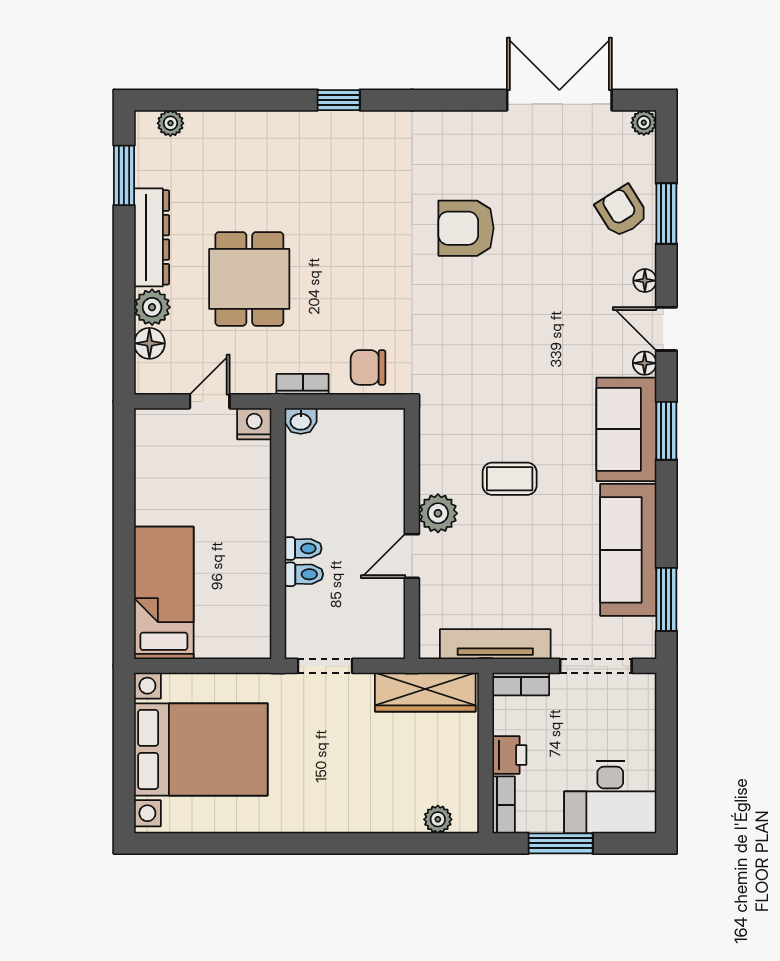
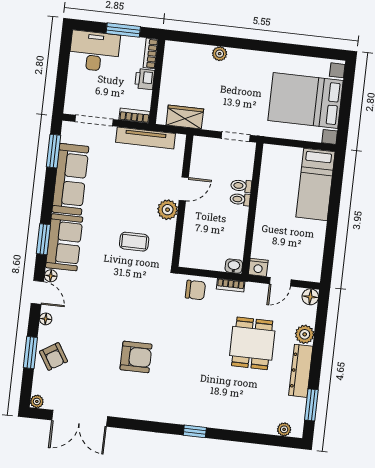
floor lamp: (149, 343) -> (310, 297), moved
coffee table: (510, 479) -> (134, 242), moved
wardrobe: (425, 692) -> (185, 117), width x0.67
plant: (438, 819) -> (220, 54), moved

